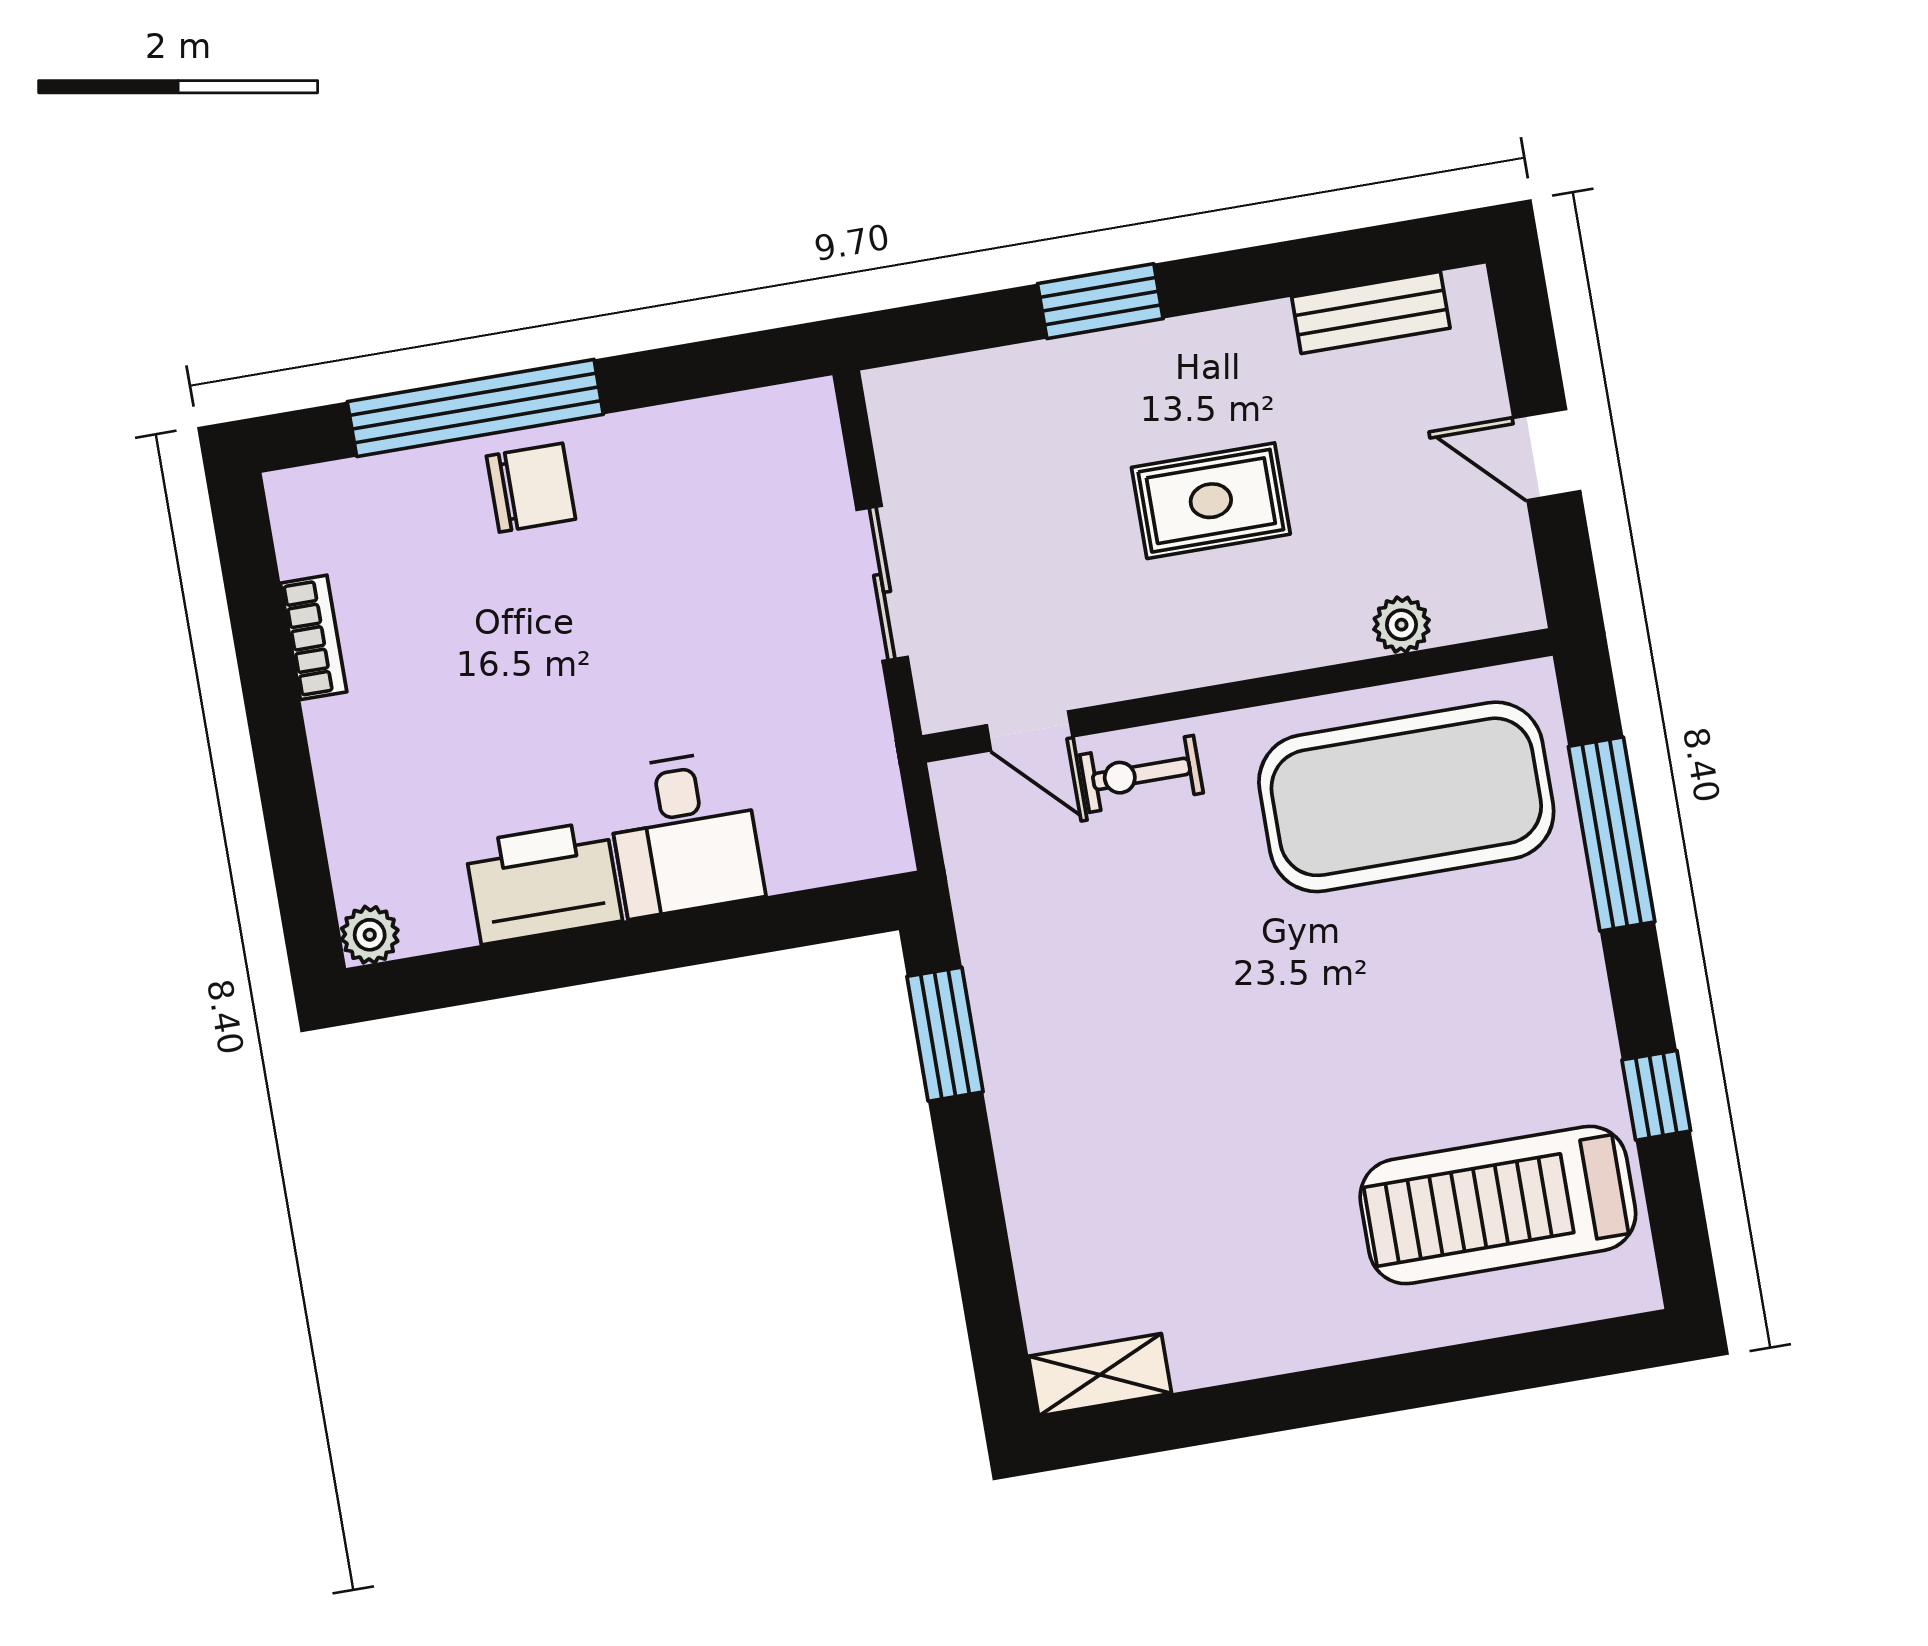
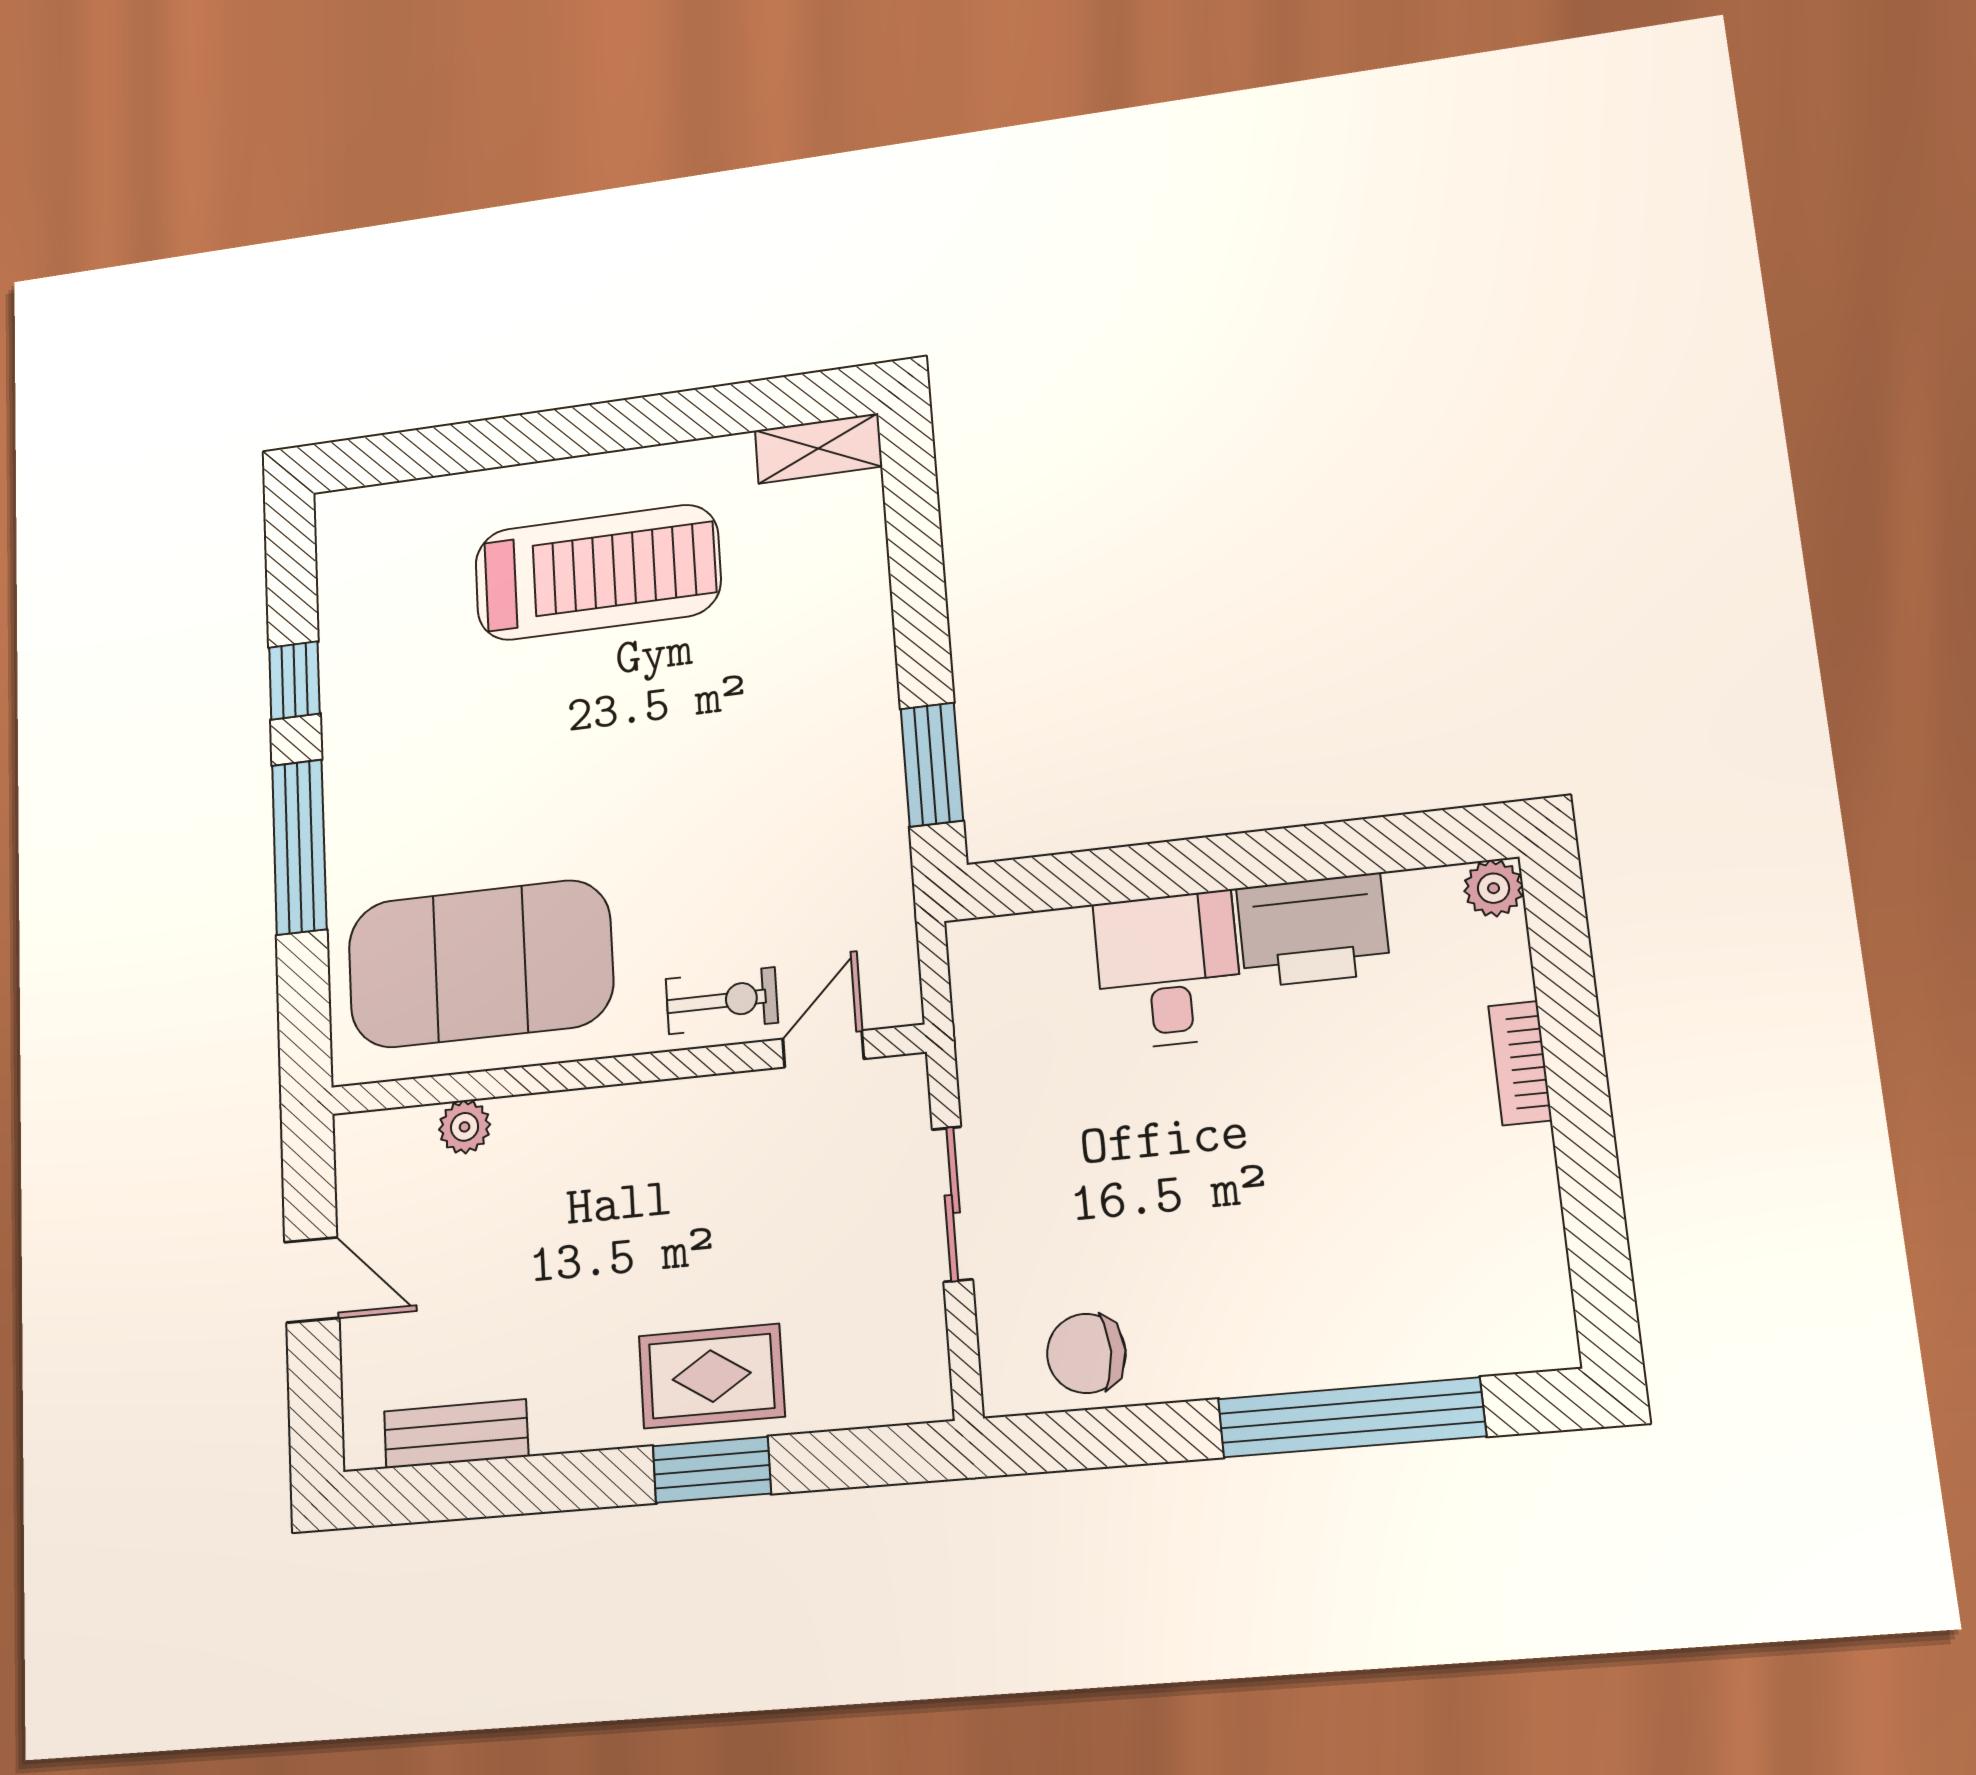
chair: (531, 488) -> (1086, 1353), moved
rug: (1211, 501) -> (712, 1376), moved
bookcase: (314, 637) -> (1520, 1063), moved
door: (1030, 731) -> (823, 1049), hinge flipped
window: (1612, 834) -> (299, 847), moved
treadmill: (1498, 1205) -> (597, 572), moved

